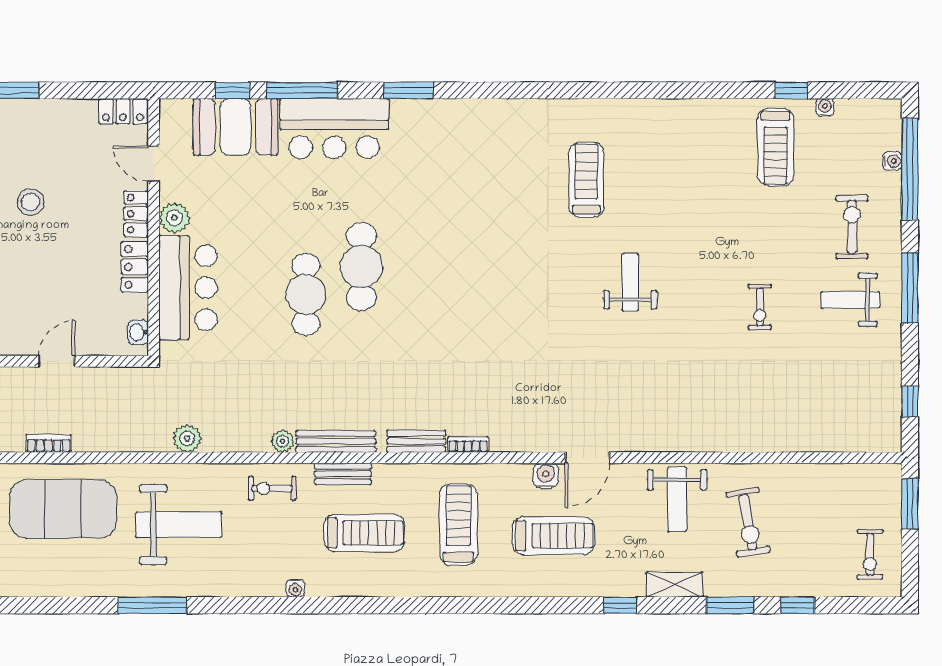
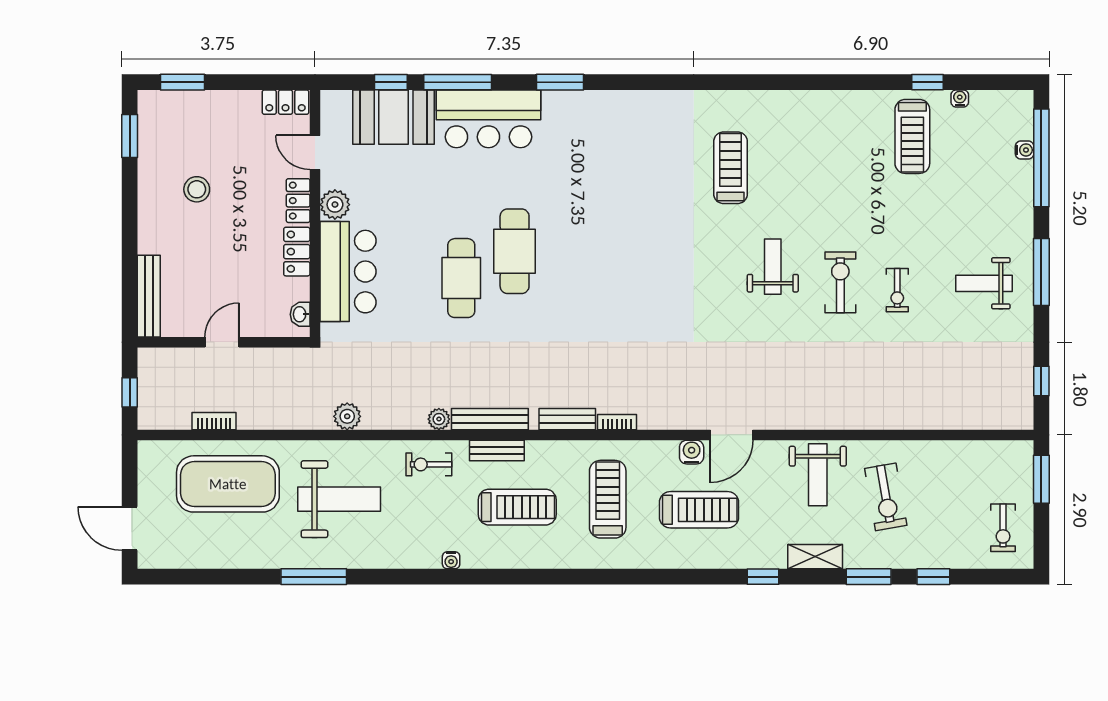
exercise bike: (852, 227) -> (840, 282), moved

